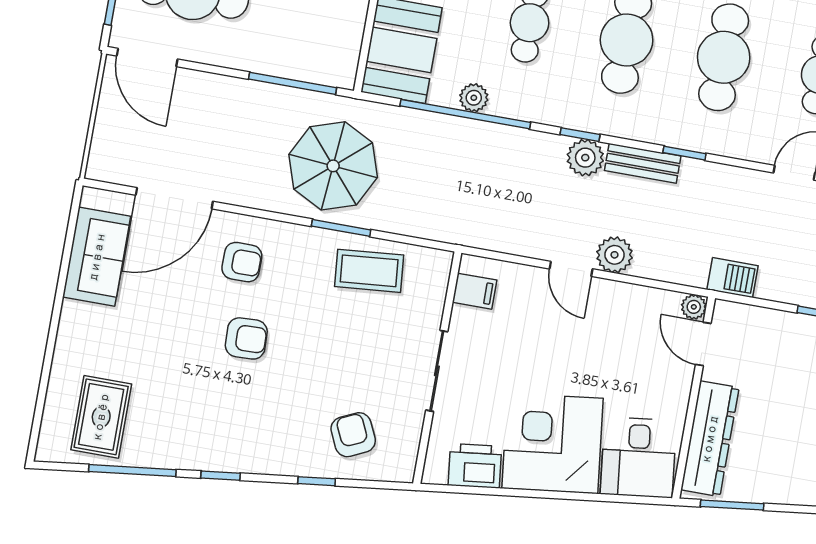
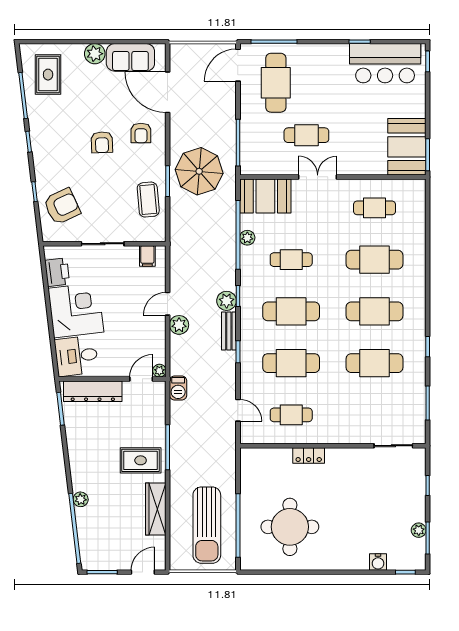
plant: (78, 322) -> (95, 54), added
rug: (101, 417) -> (48, 75), turned 90
armchair: (353, 435) -> (62, 206), width x1.38, depth x1.38

